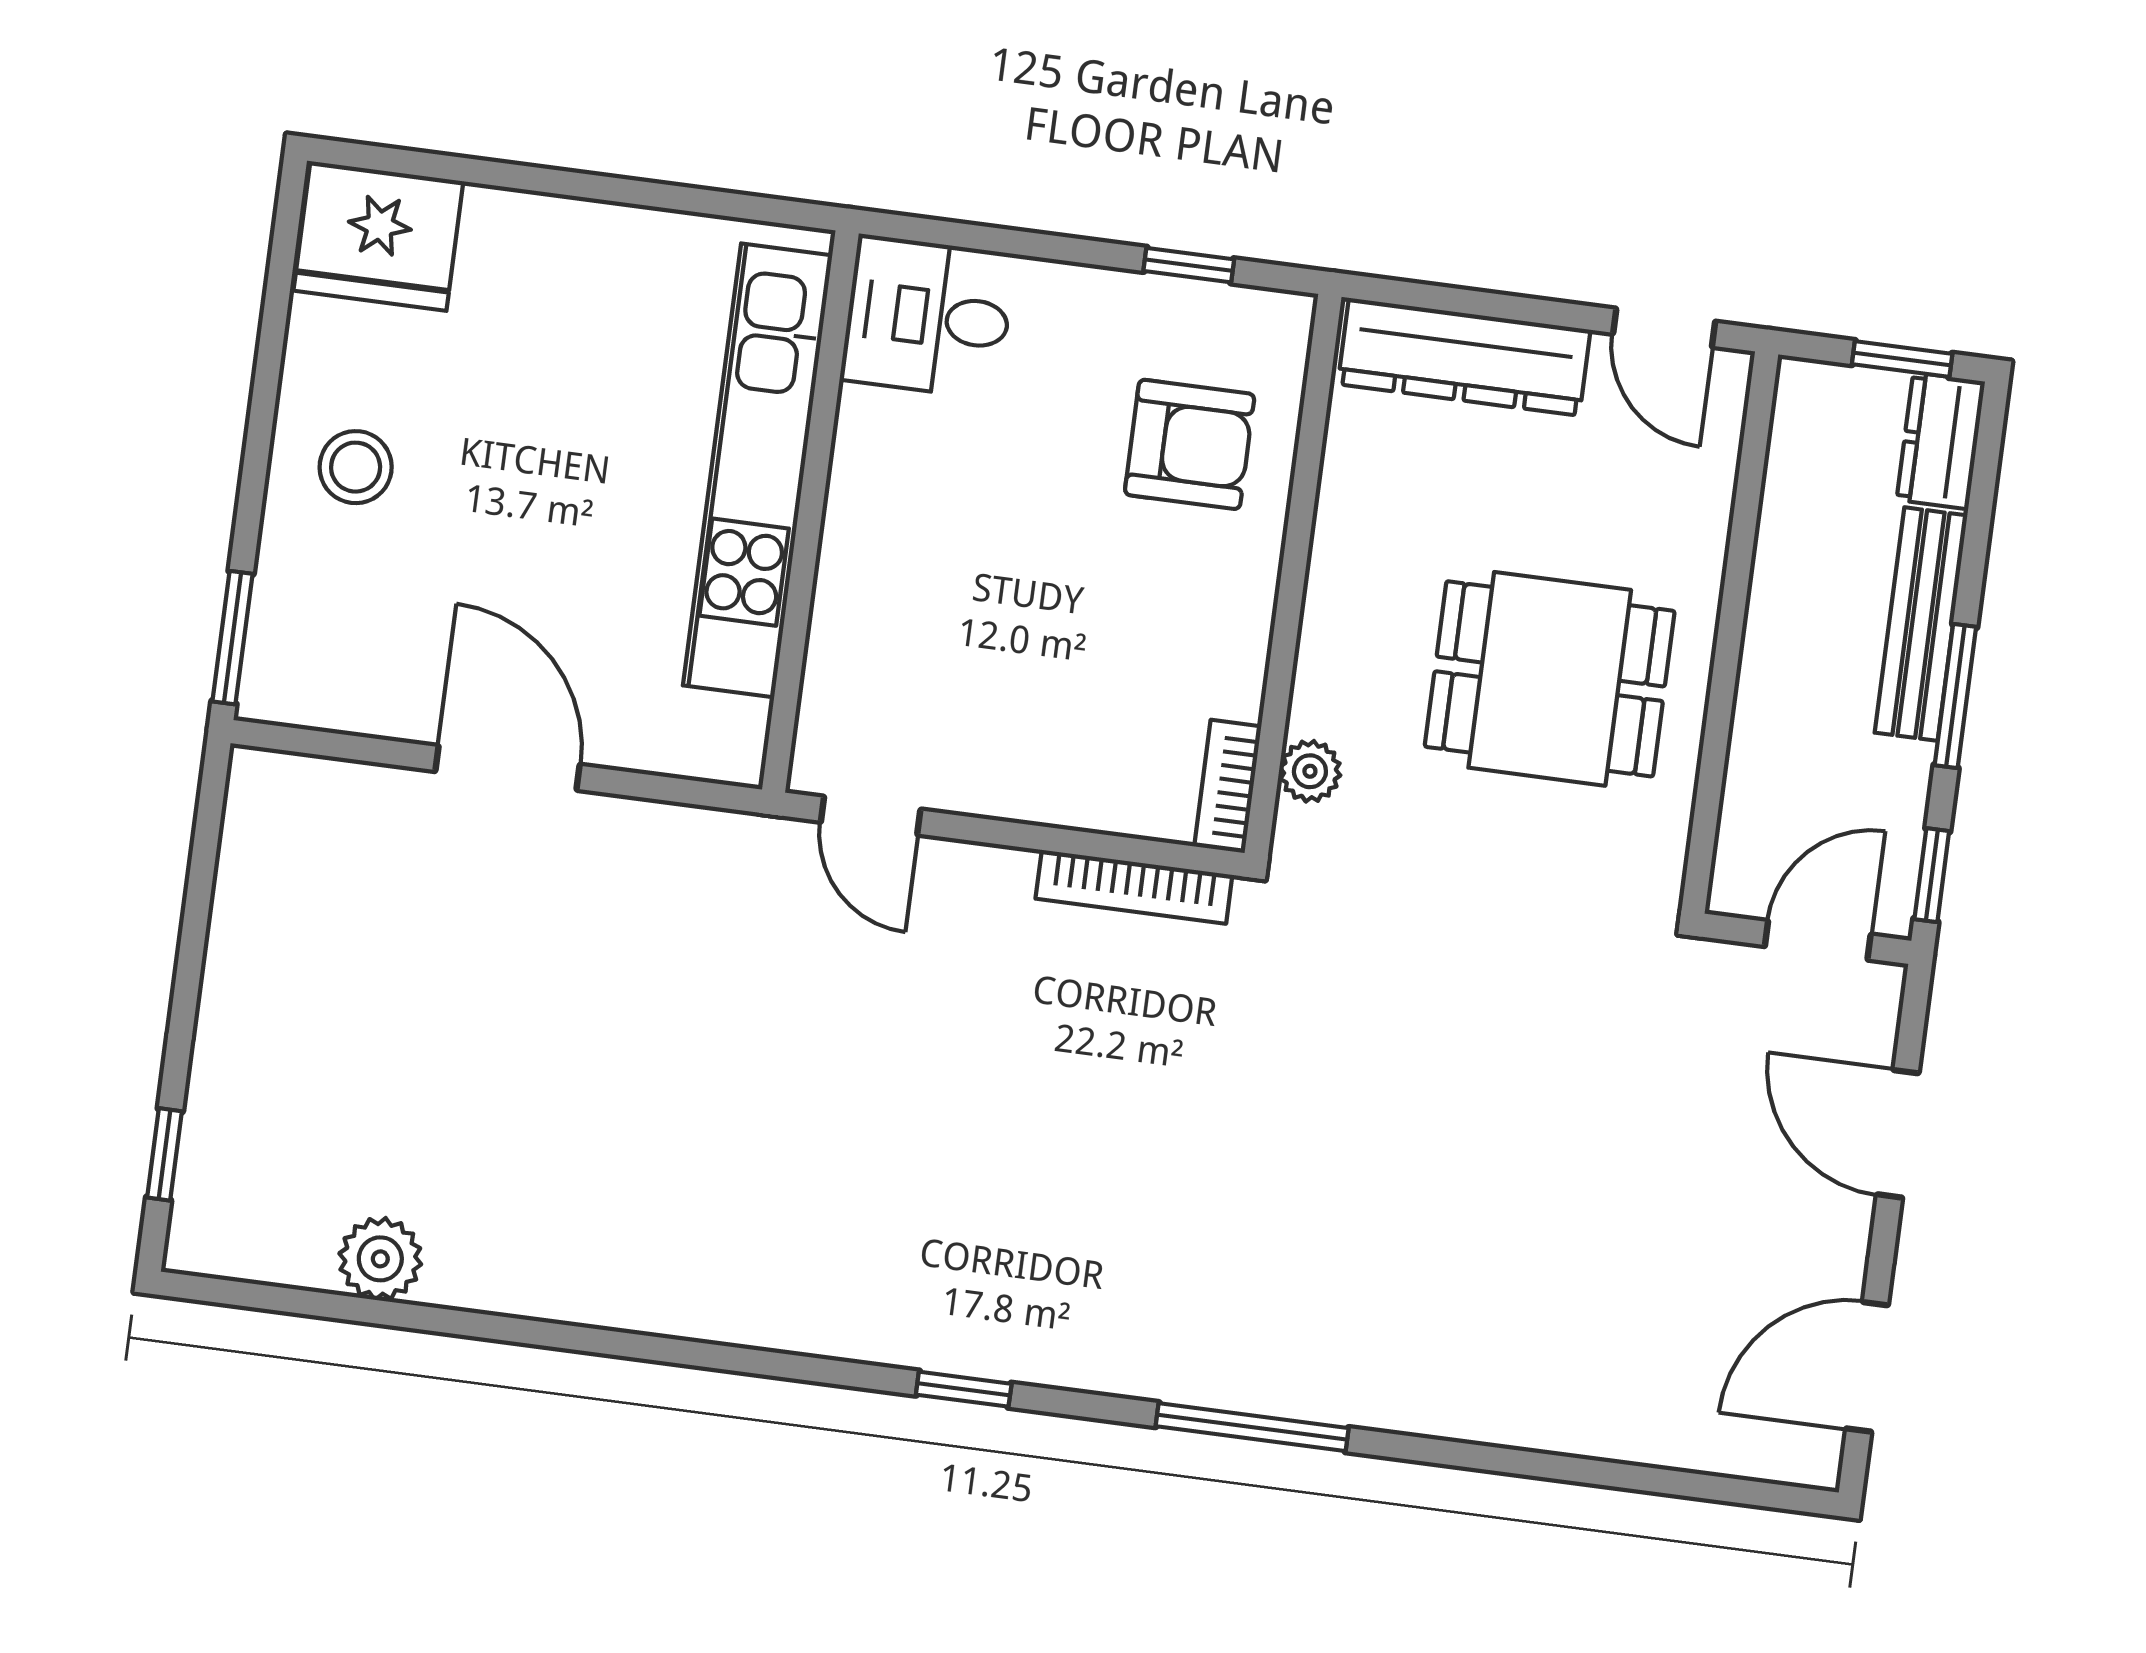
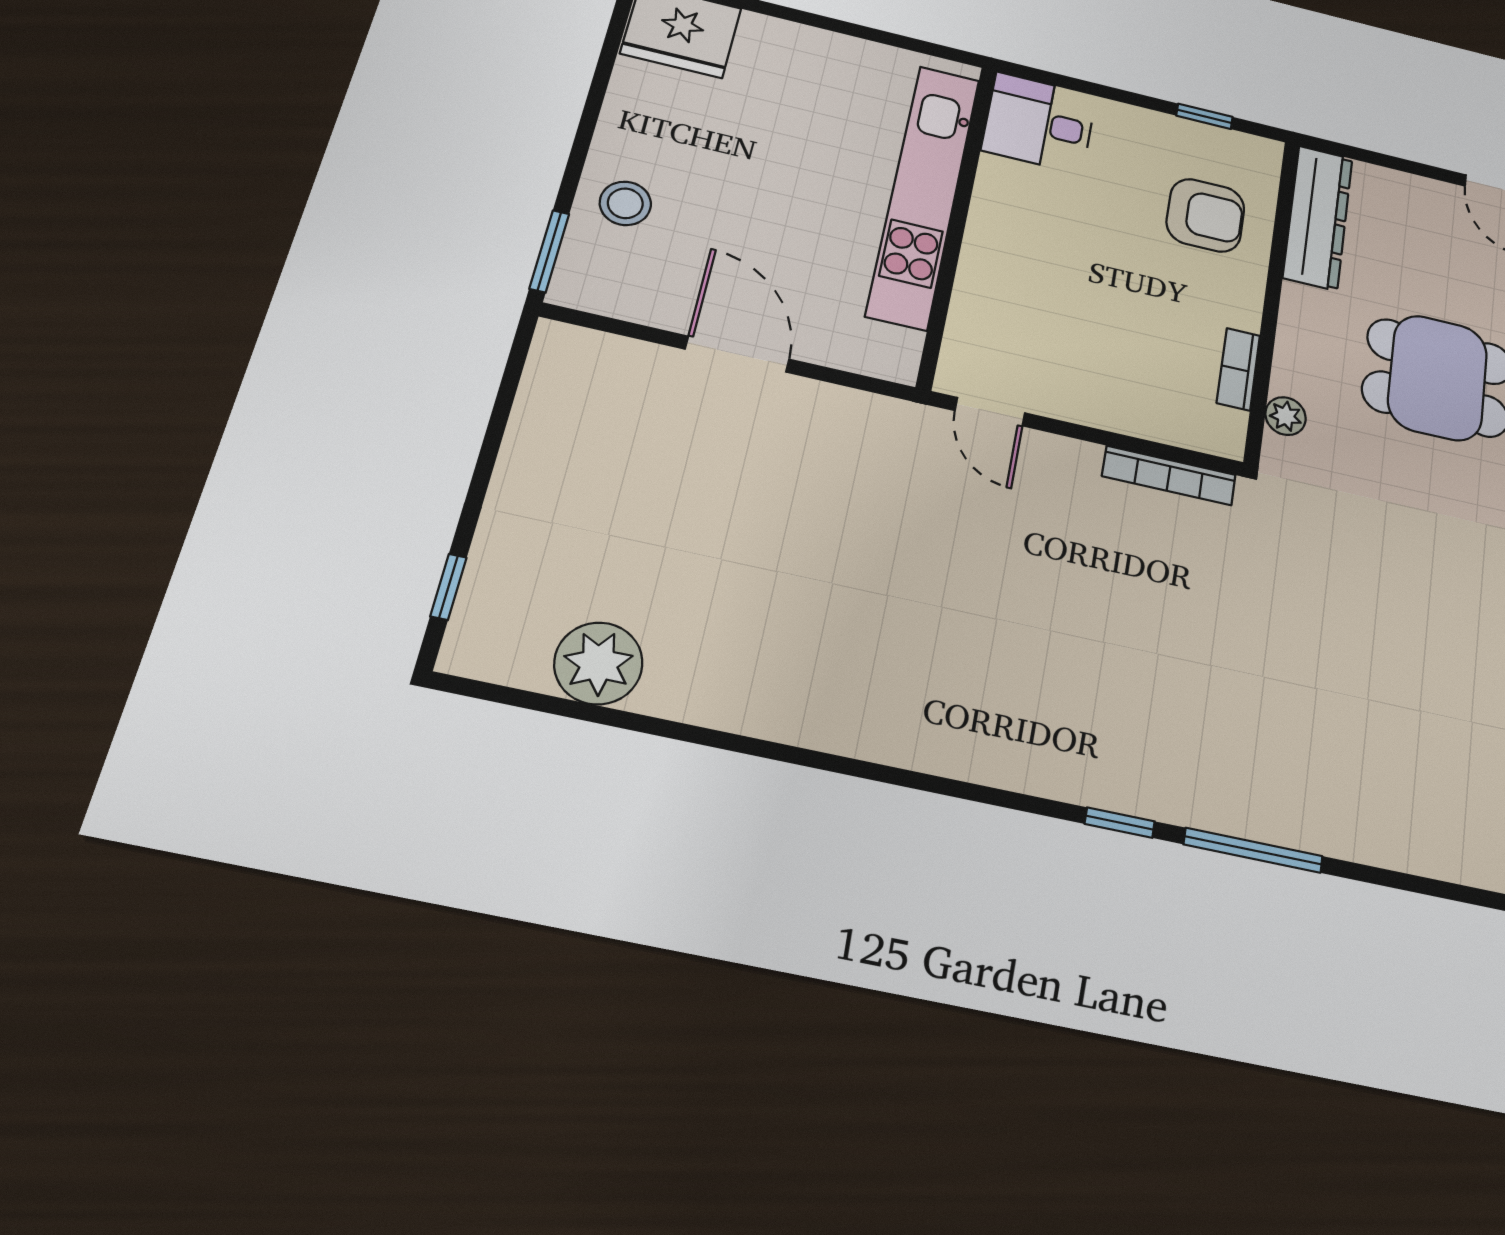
dresser: (1464, 357) -> (1318, 218), moved, turned -90
stool: (356, 467) -> (625, 203), moved
bookcase: (1228, 786) -> (1238, 369), moved
plant: (380, 1259) -> (598, 663), width x1.36, depth x1.36
window: (964, 1389) -> (1120, 823), moved

